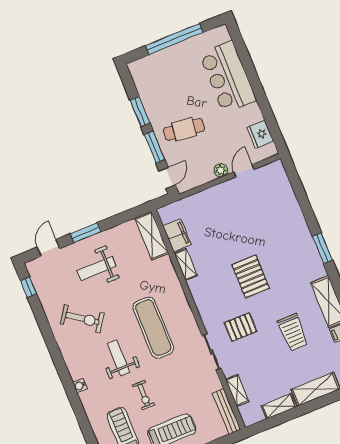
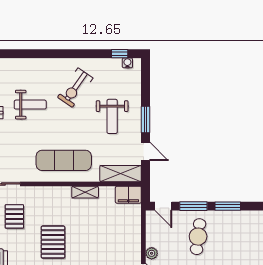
filing cabinet: (177, 235) -> (128, 195), moved
door: (48, 248) -> (146, 151), moved
weight bench: (96, 268) -> (112, 116), turned 180
pallet: (251, 277) -> (53, 242), turned 90
exercise mat: (153, 328) -> (64, 160), moved
water cooler: (80, 386) -> (127, 63), moved

